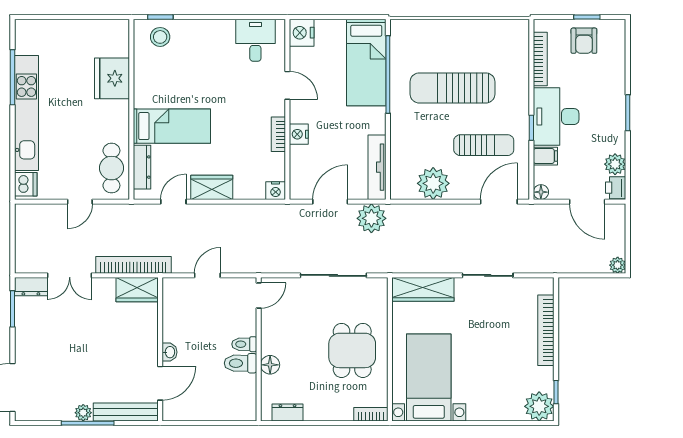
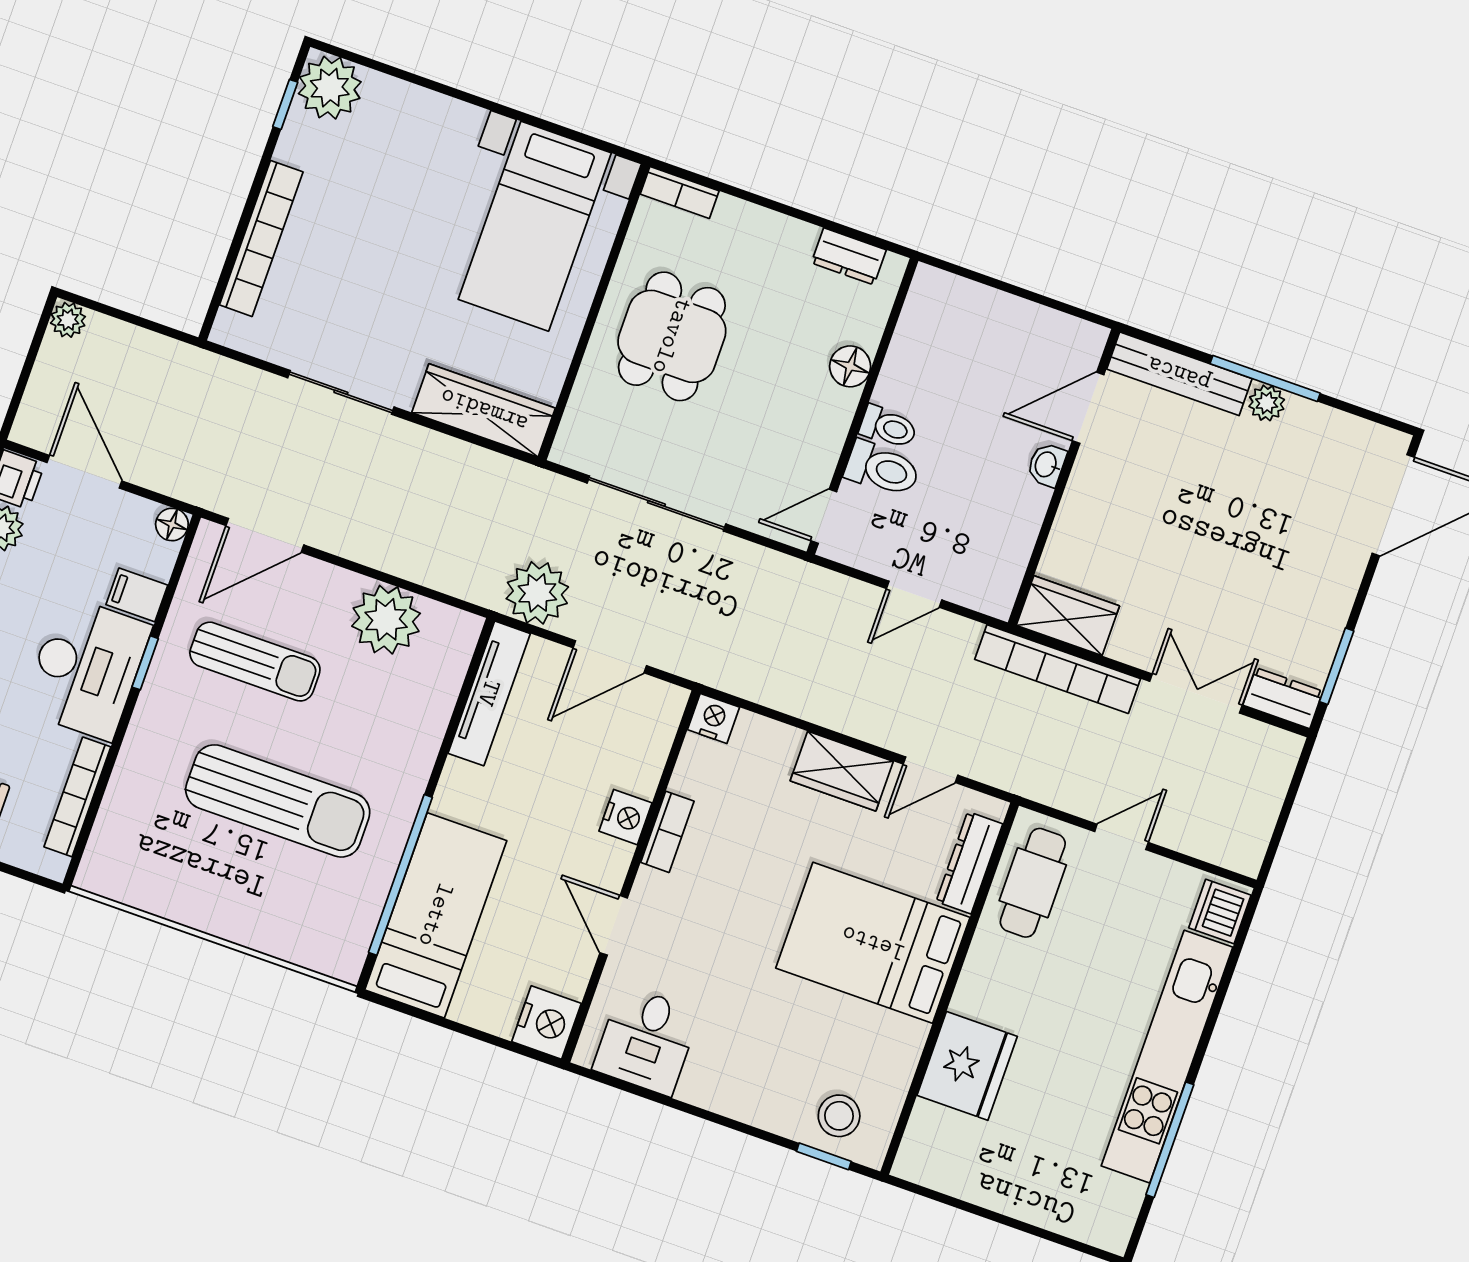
bed: (172, 126) -> (873, 943), width x1.50
sun lounger: (484, 145) -> (255, 662), turned 180
toilet: (240, 363) -> (882, 469), moved

